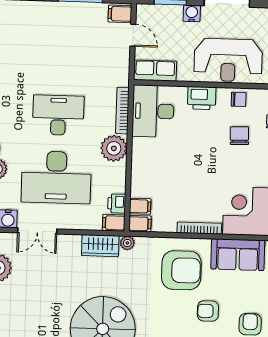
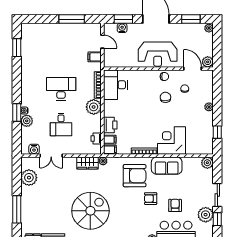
water cooler: (192, 13) -> (122, 28), moved
filing cabinet: (120, 14) -> (95, 57), moved
row of seats: (155, 71) -> (116, 62), removed
printer: (202, 98) -> (110, 125), moved, turned -90
desk: (56, 177) -> (61, 125), width x0.53, depth x0.77
filing cabinet: (114, 223) -> (95, 150), removed

